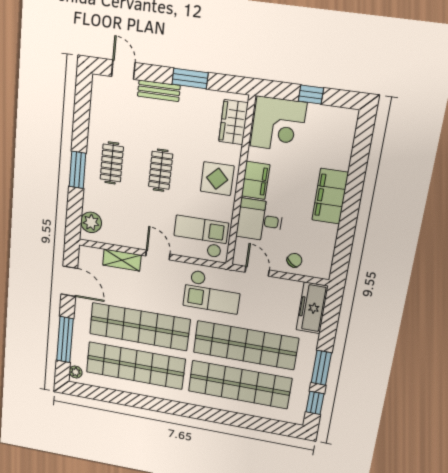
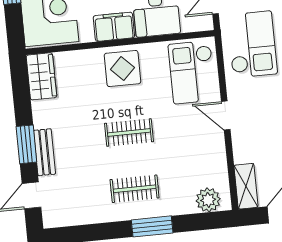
window: (190, 78) -> (26, 144), moved
wardrobe: (233, 122) -> (41, 76), moved, turned -90
door: (158, 255) -> (226, 116), hinge flipped
shelving: (122, 260) -> (246, 186), moved

